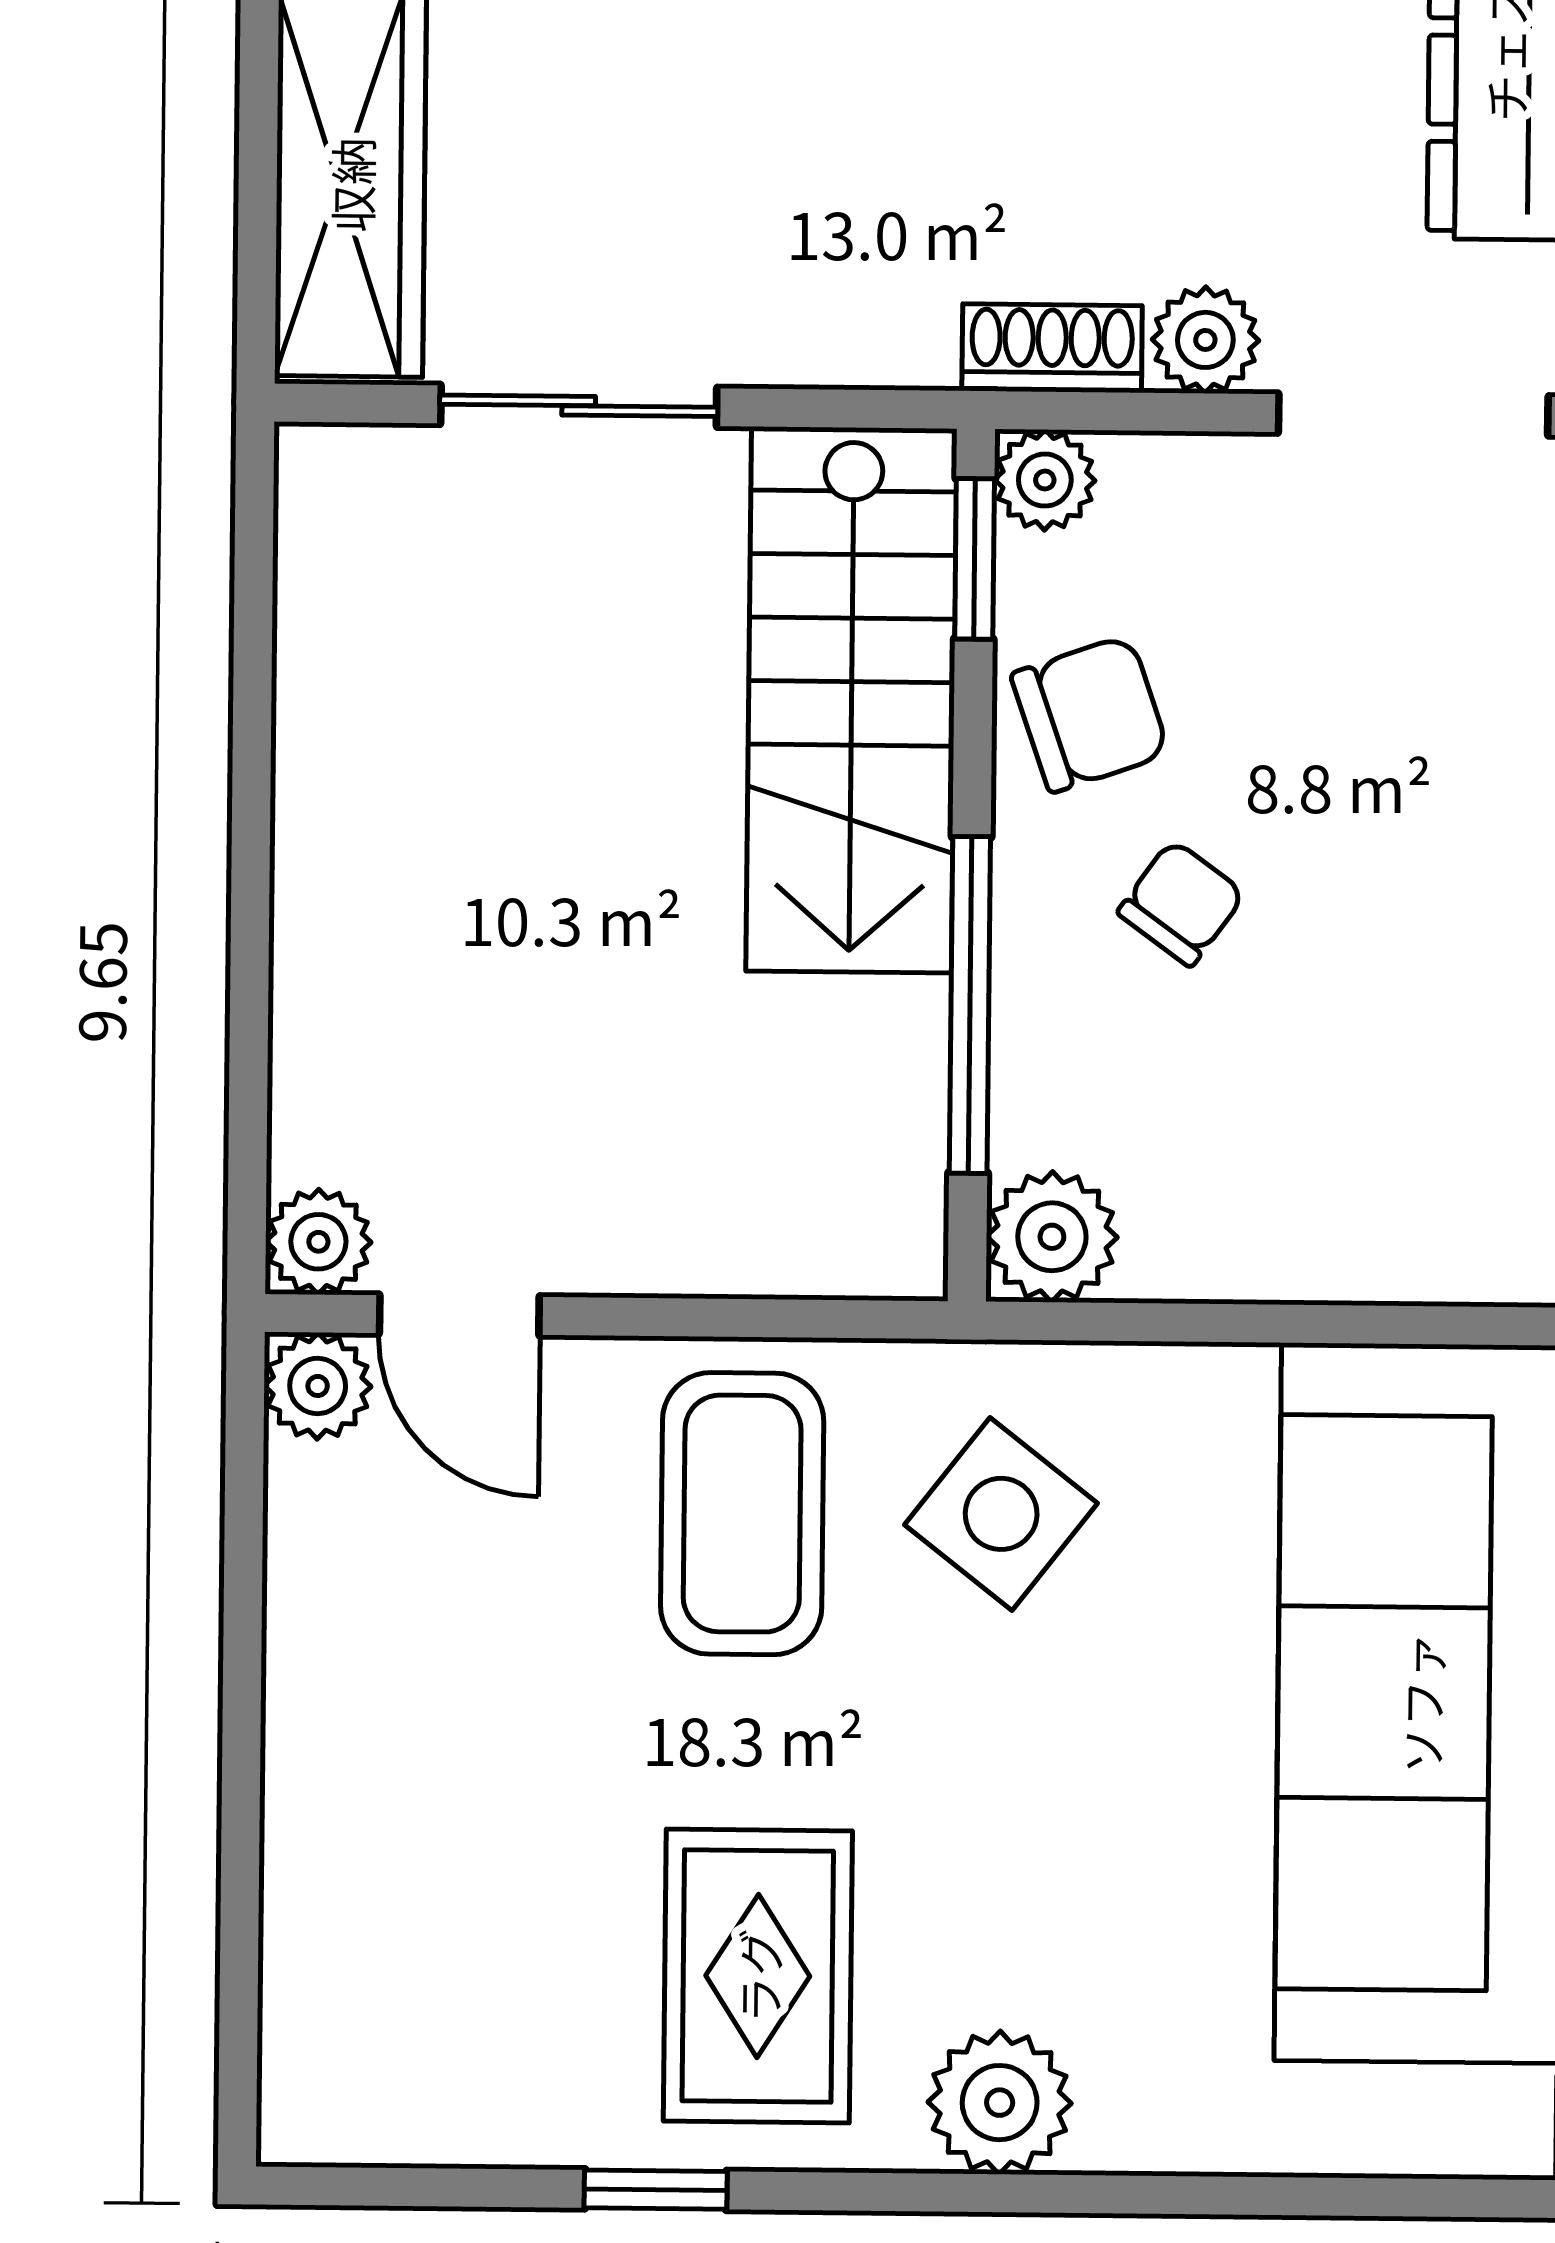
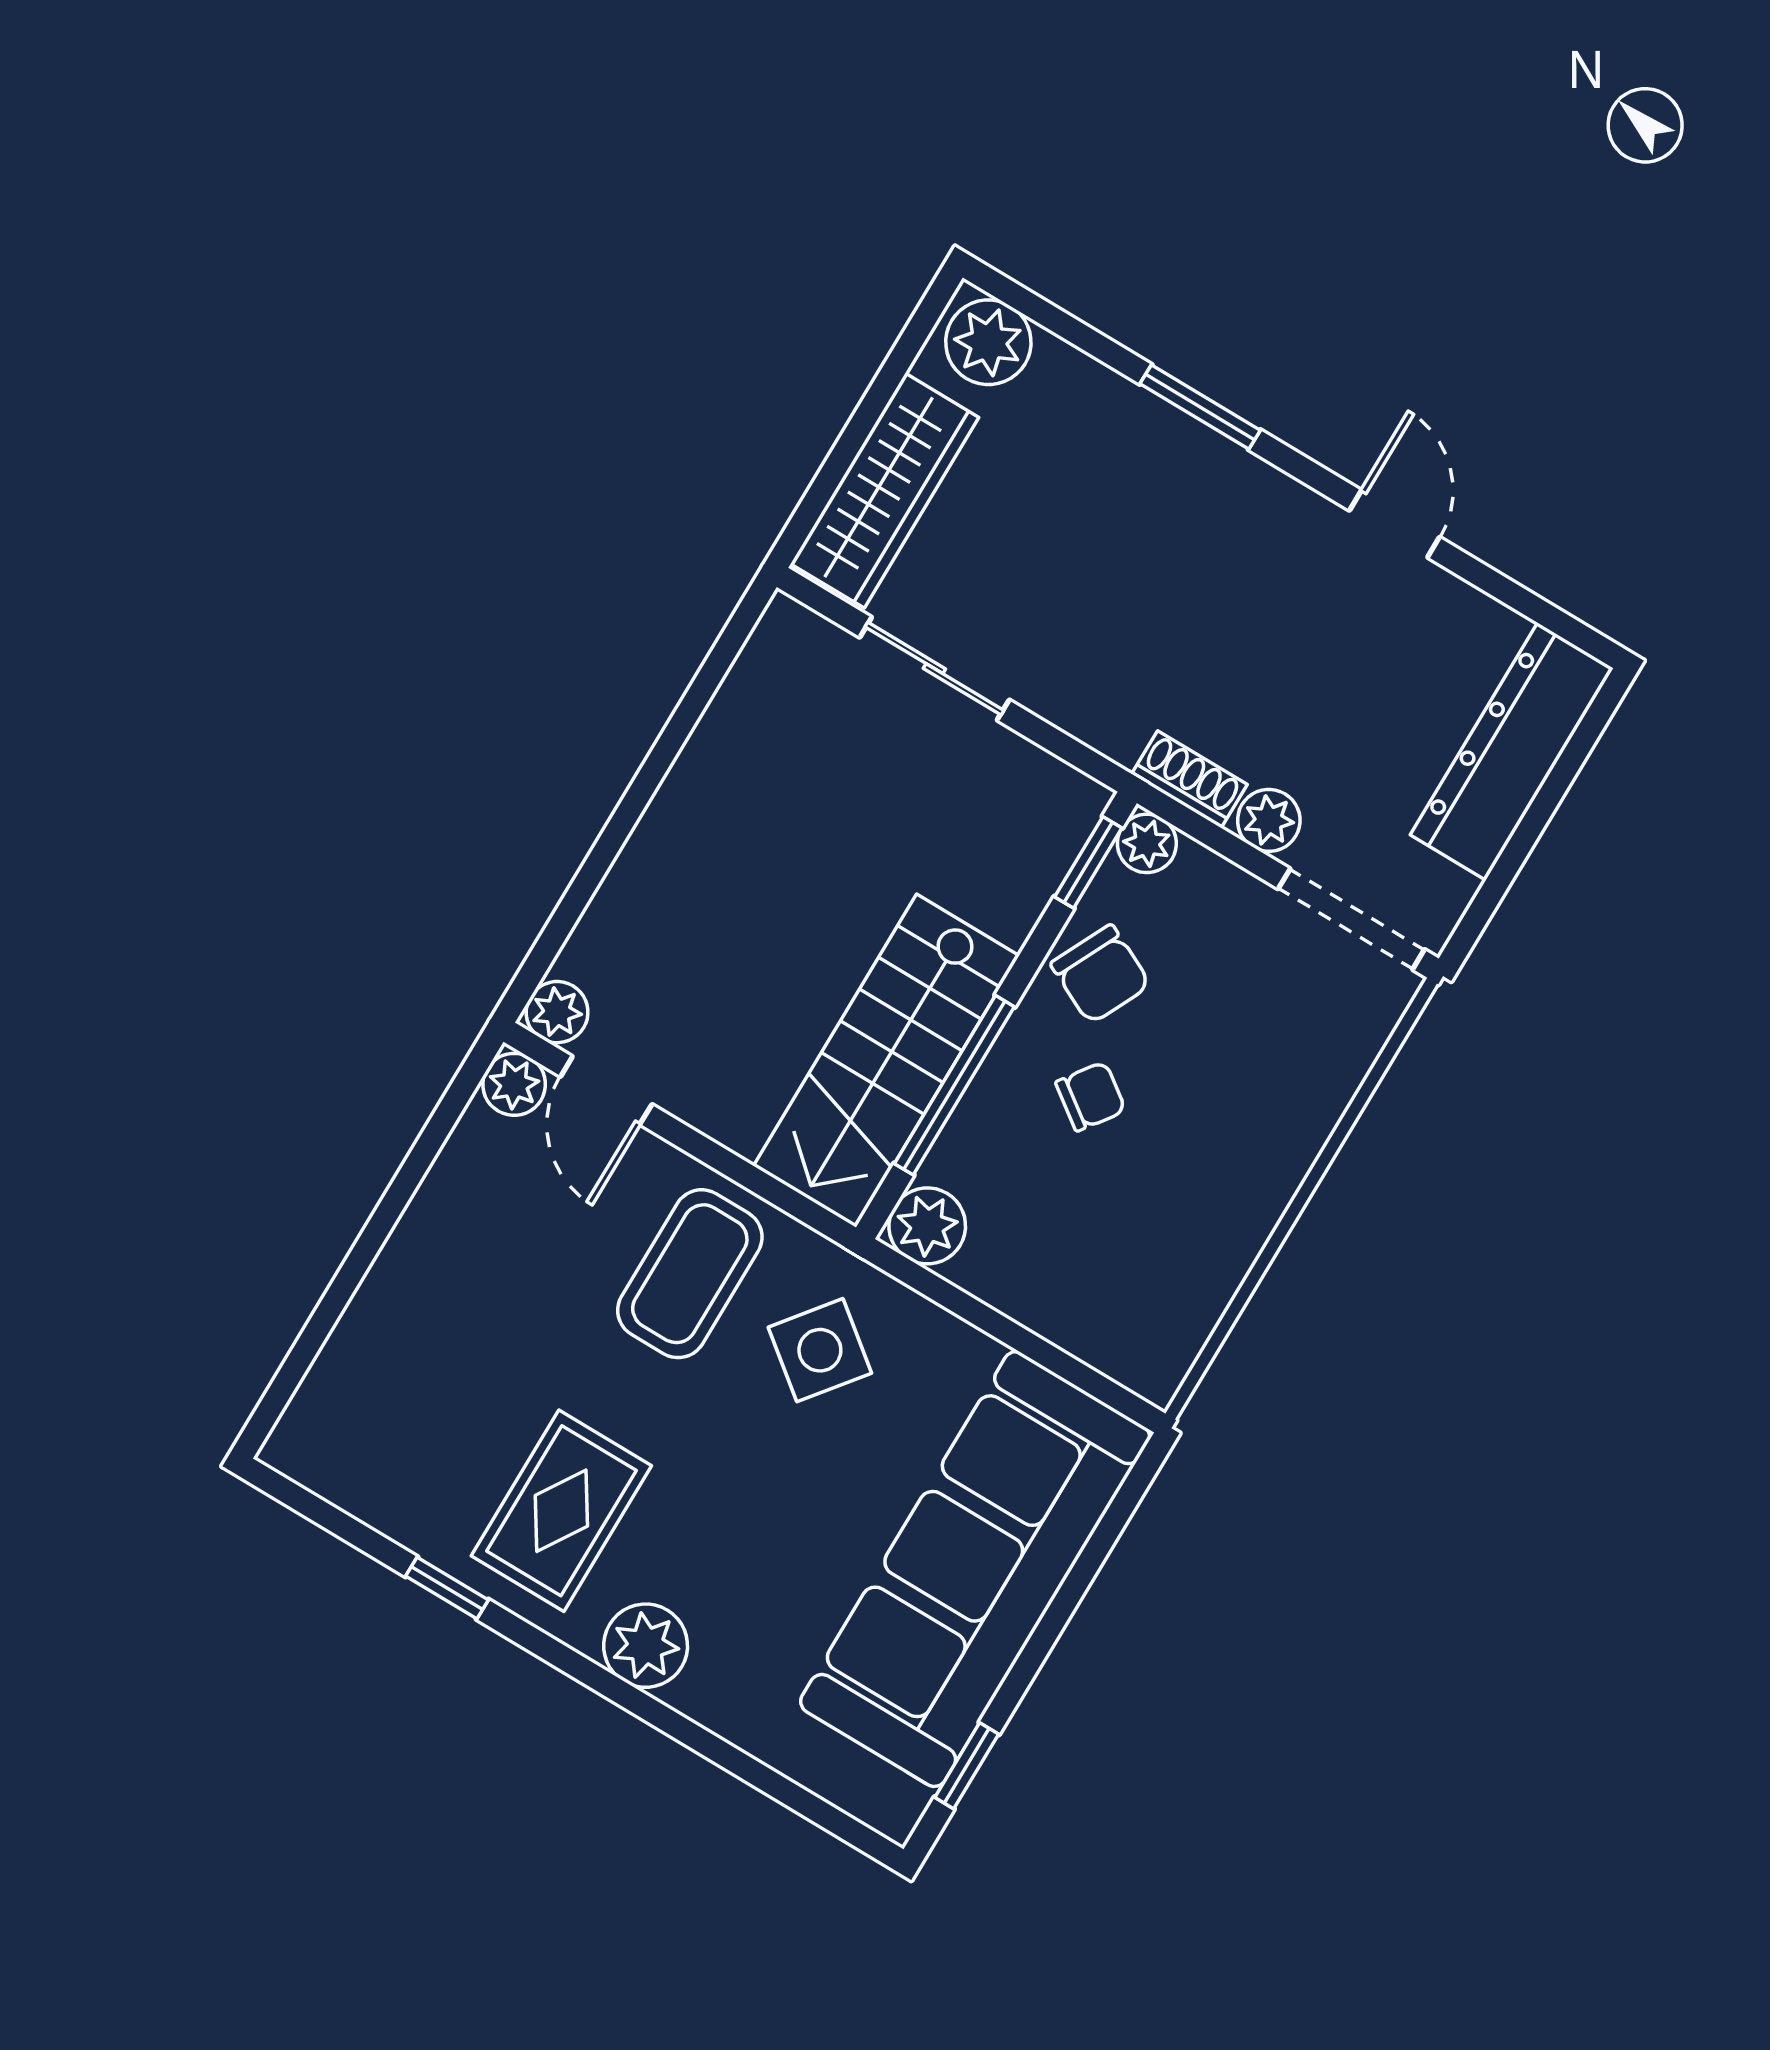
stairs: (851, 700) -> (886, 1061), moved
chair: (1090, 714) -> (1101, 974), turned 45

